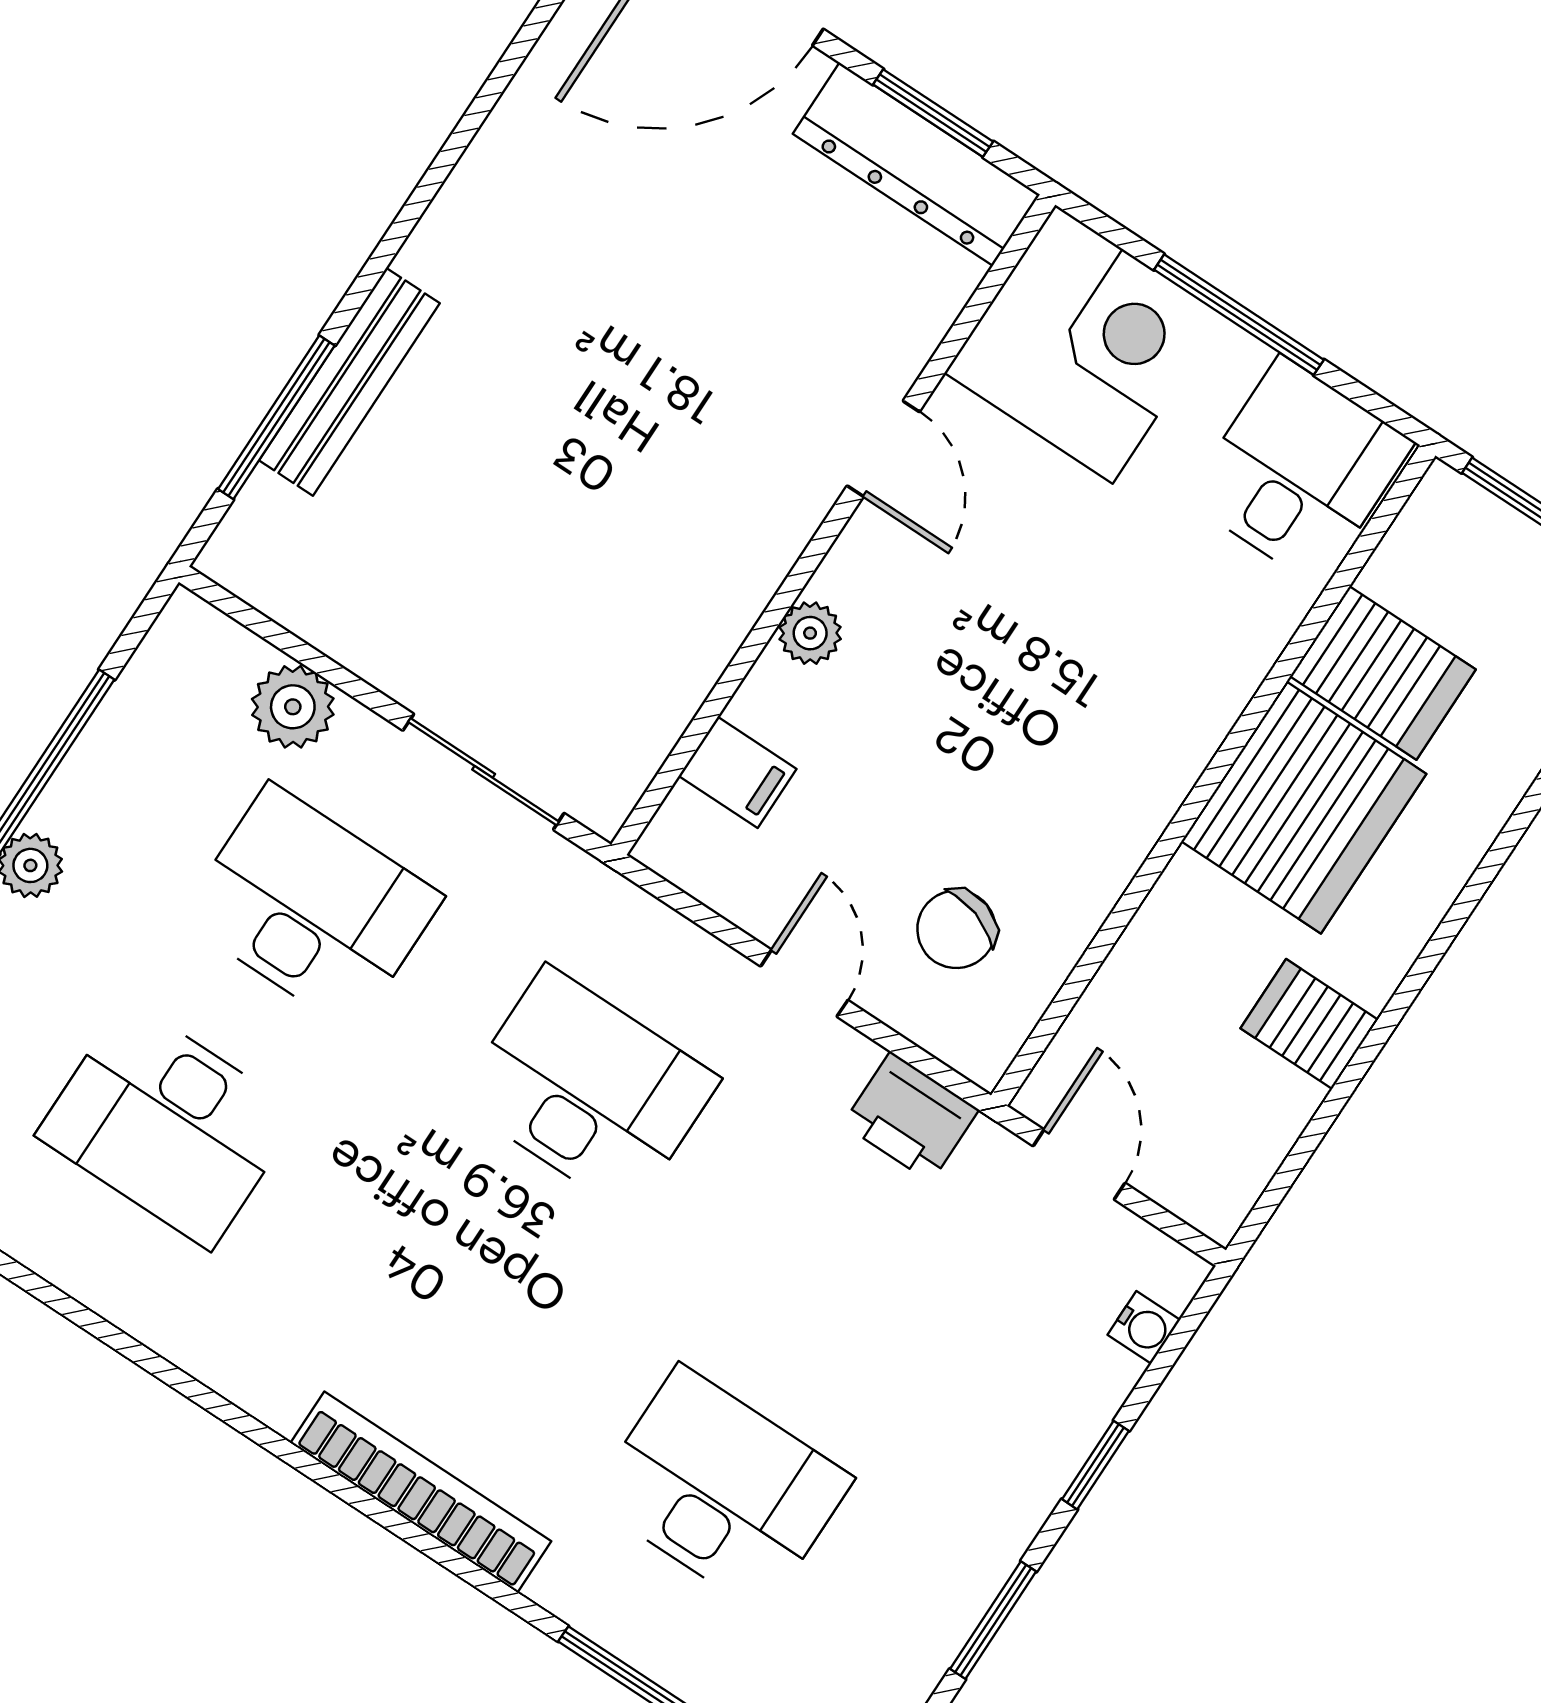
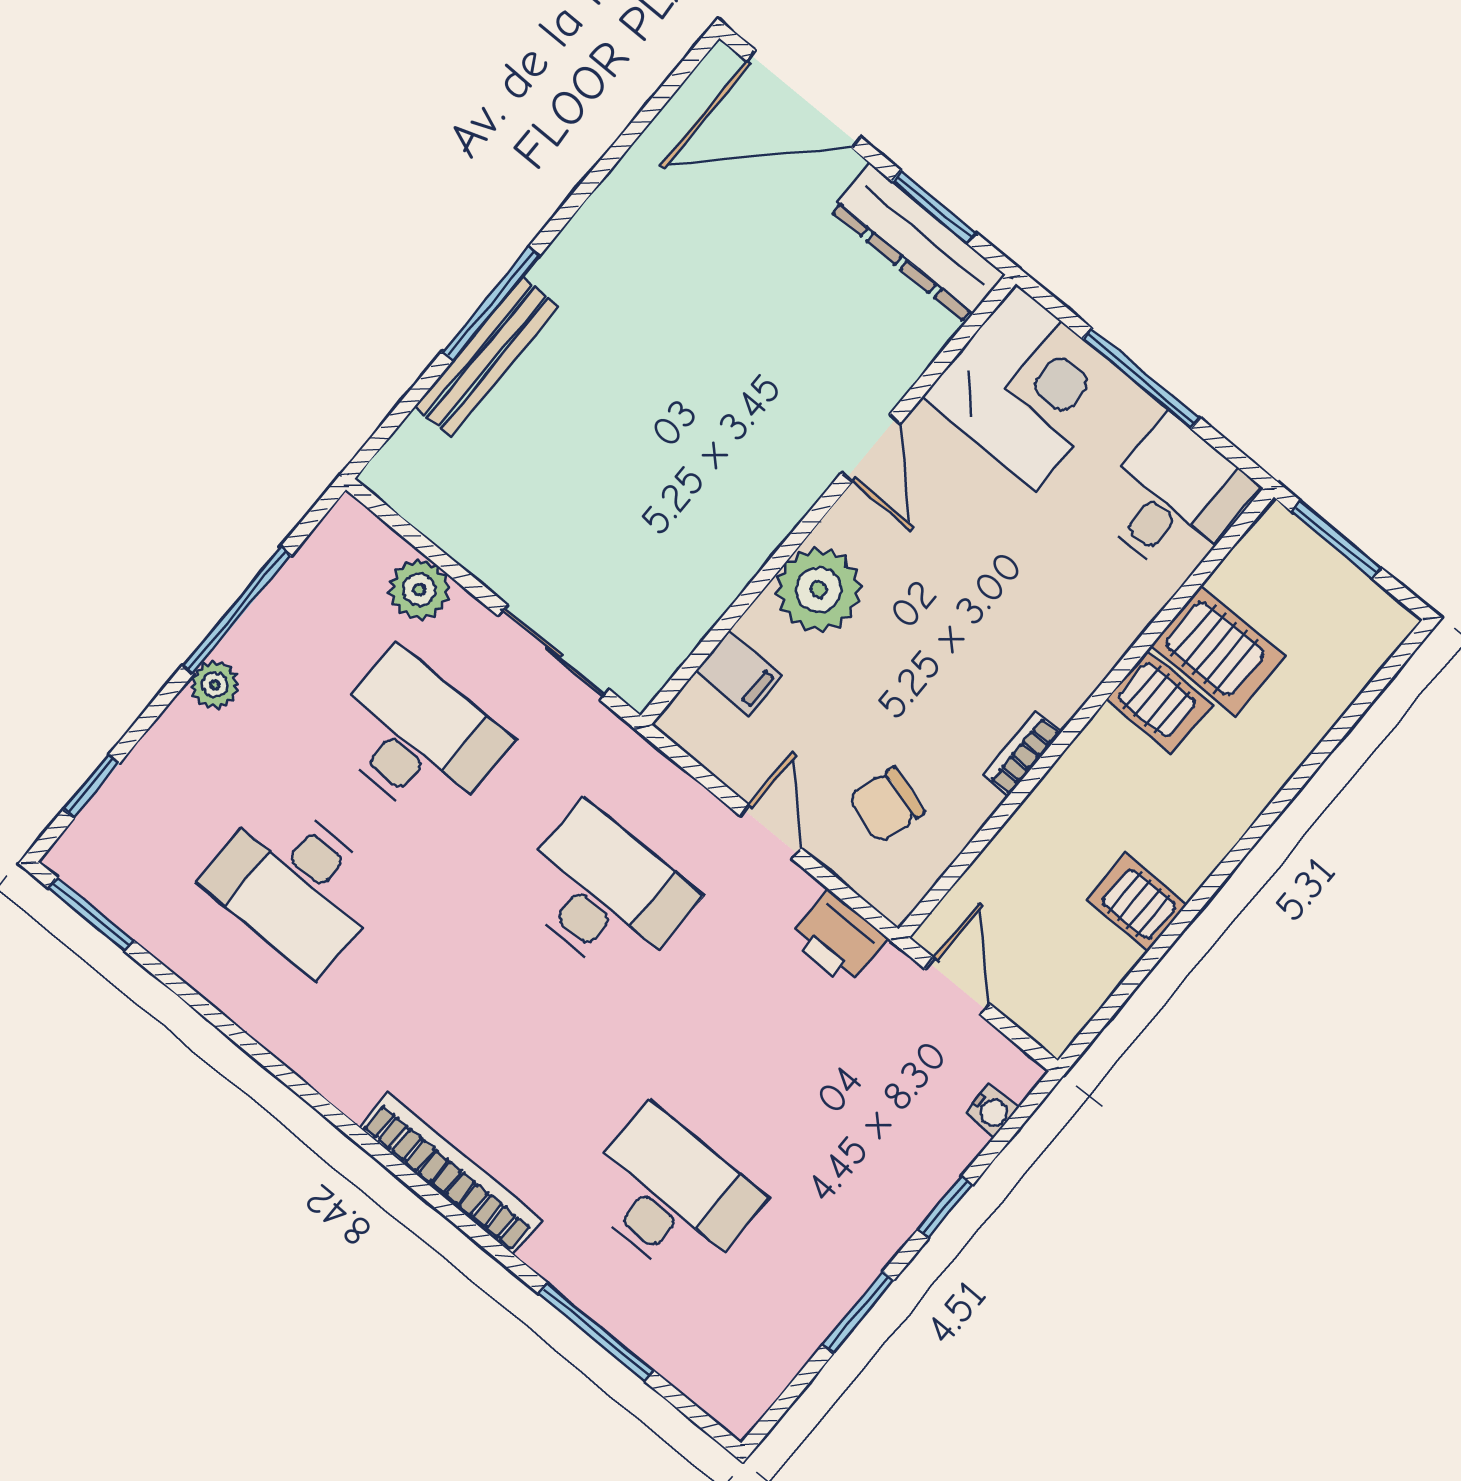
window: (276, 417) -> (491, 304), moved
plant: (810, 633) -> (818, 590), width x1.87, depth x1.87
server rack: (1304, 808) -> (1159, 702), width x0.46, depth x0.70
bookcase: (1133, 840) -> (1022, 753), added

